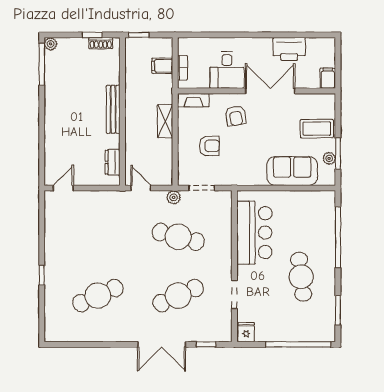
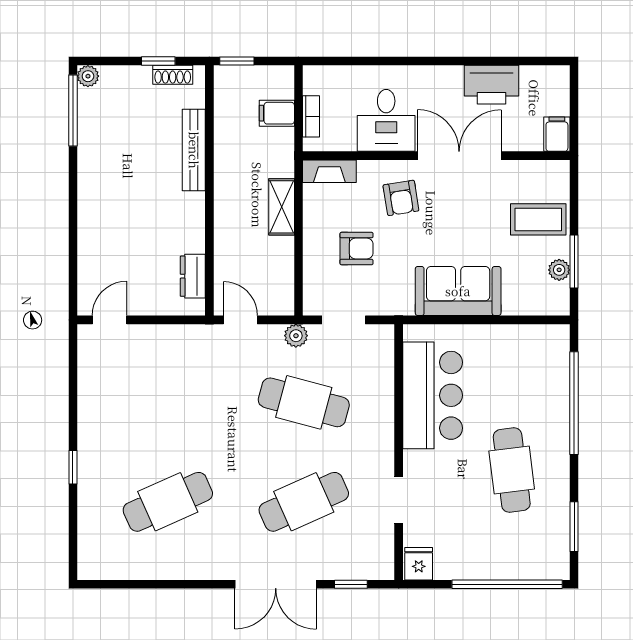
bench: (113, 109) -> (194, 150), moved
sofa: (292, 171) -> (458, 291), moved

